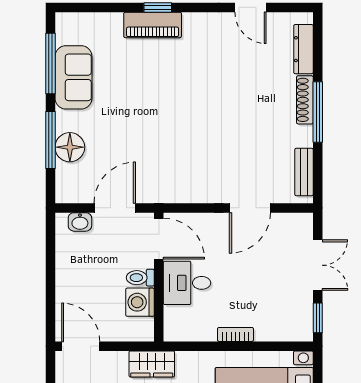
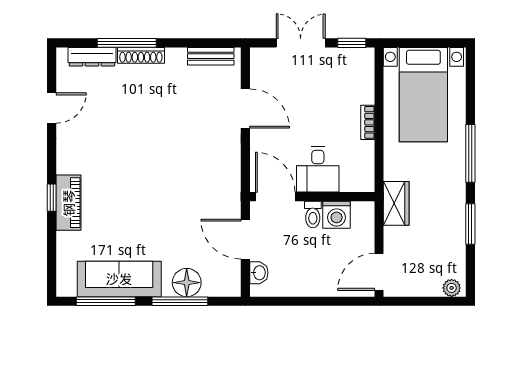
sofa: (73, 77) -> (119, 279), width x1.36
window: (318, 112) -> (127, 43), moved
door: (159, 239) -> (275, 197), hinge flipped

